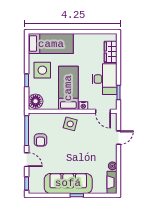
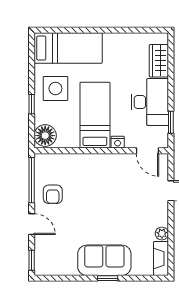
side table: (70, 124) -> (98, 170), removed
sofa: (68, 183) -> (104, 260), width x0.73

